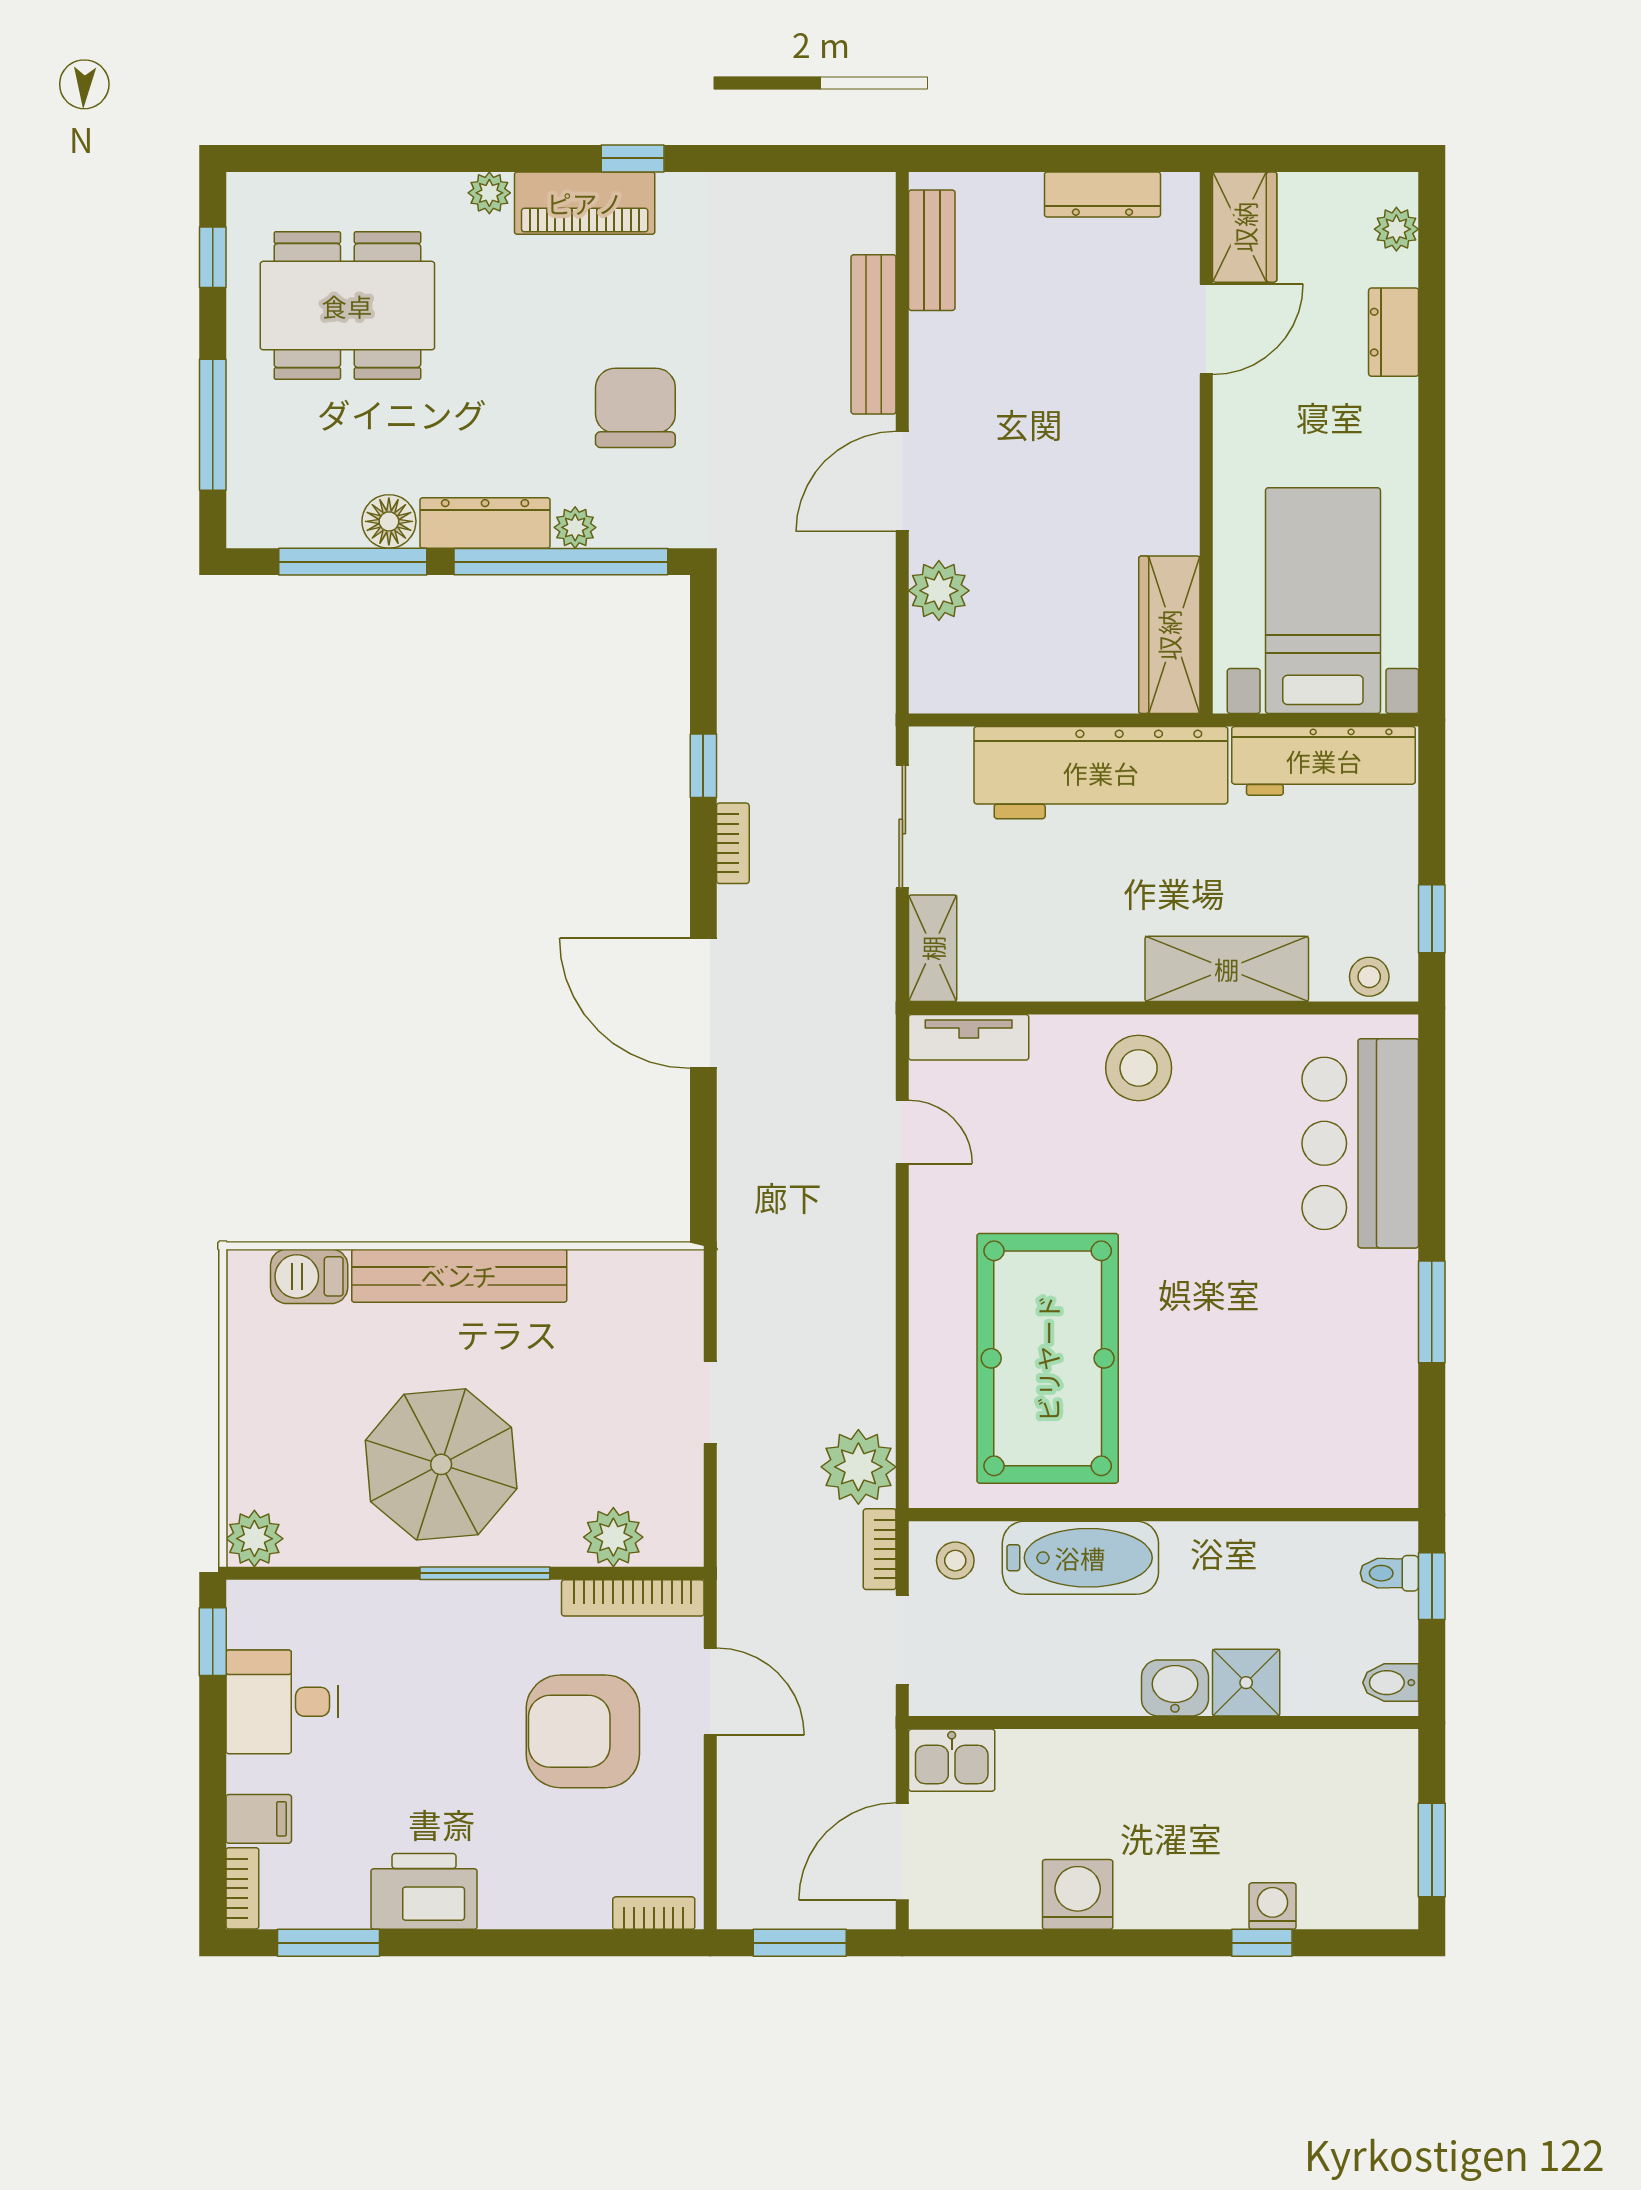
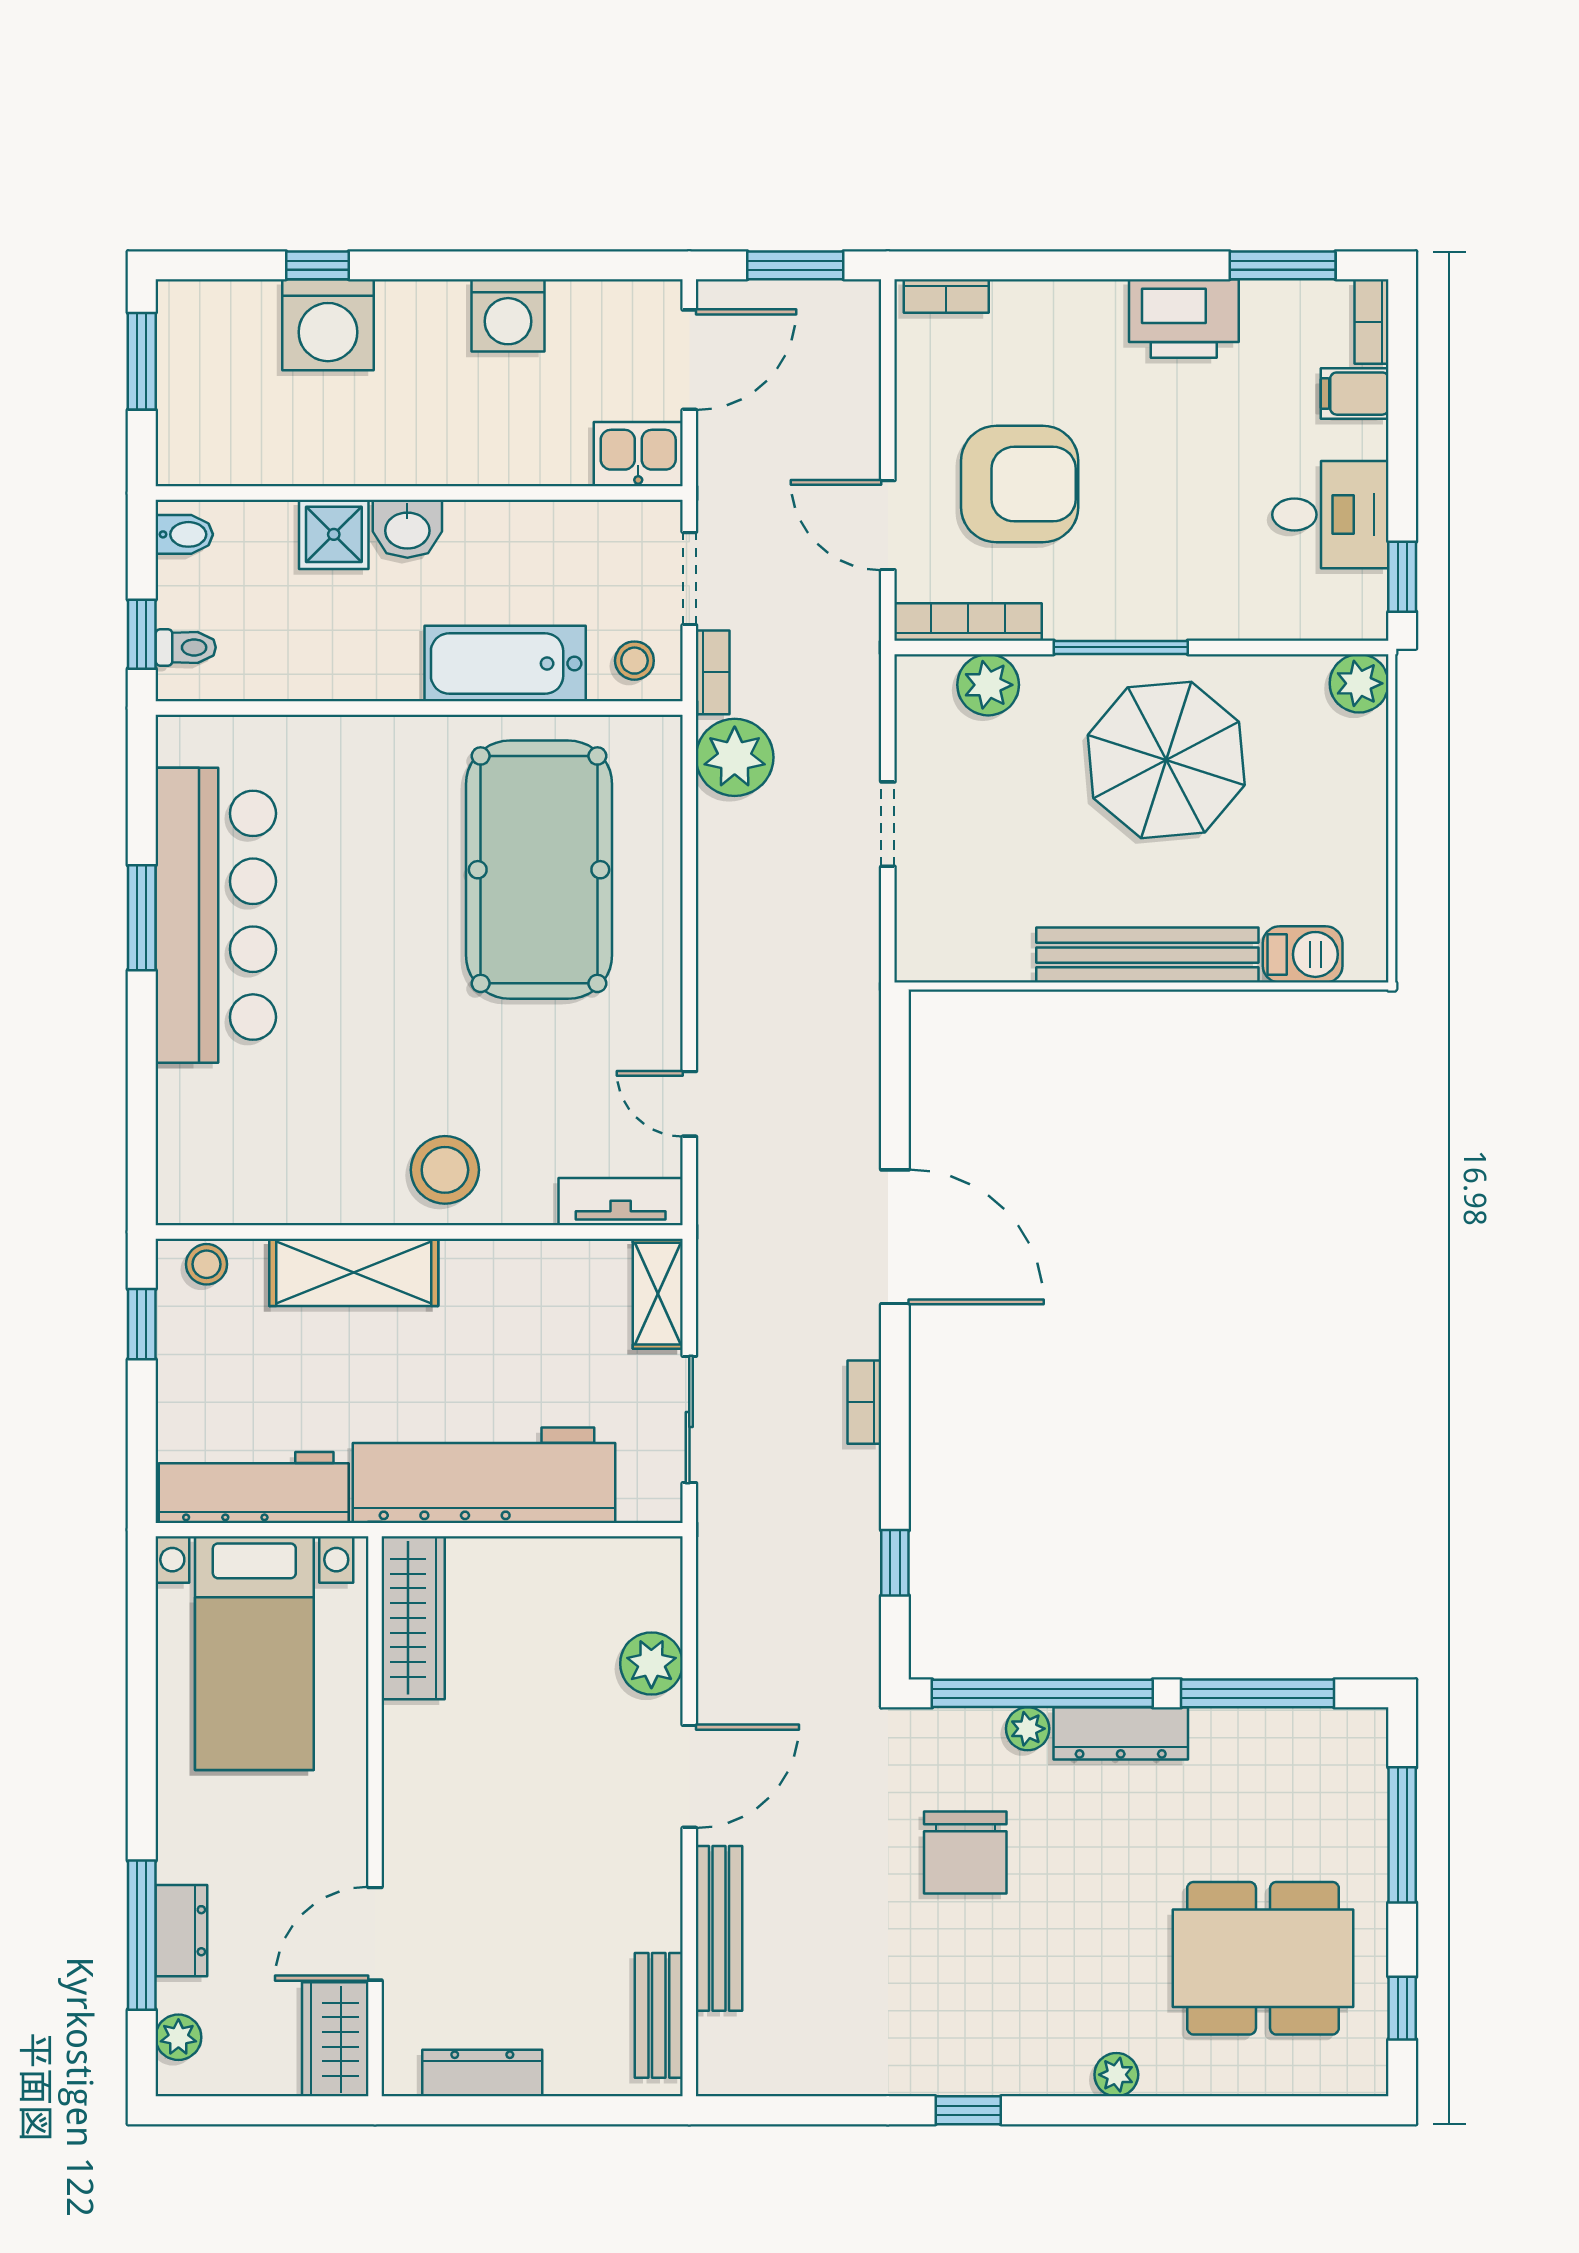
piano: (585, 203) -> (1018, 2064), removed
window: (1432, 328) -> (142, 1935), added
floor lamp: (389, 521) -> (1220, 1735), removed
window: (703, 766) -> (895, 1563), moved
bar counter: (1360, 1143) -> (216, 915), moved, width x1.36
washing machine: (1272, 1906) -> (328, 325), width x1.89, depth x1.89

